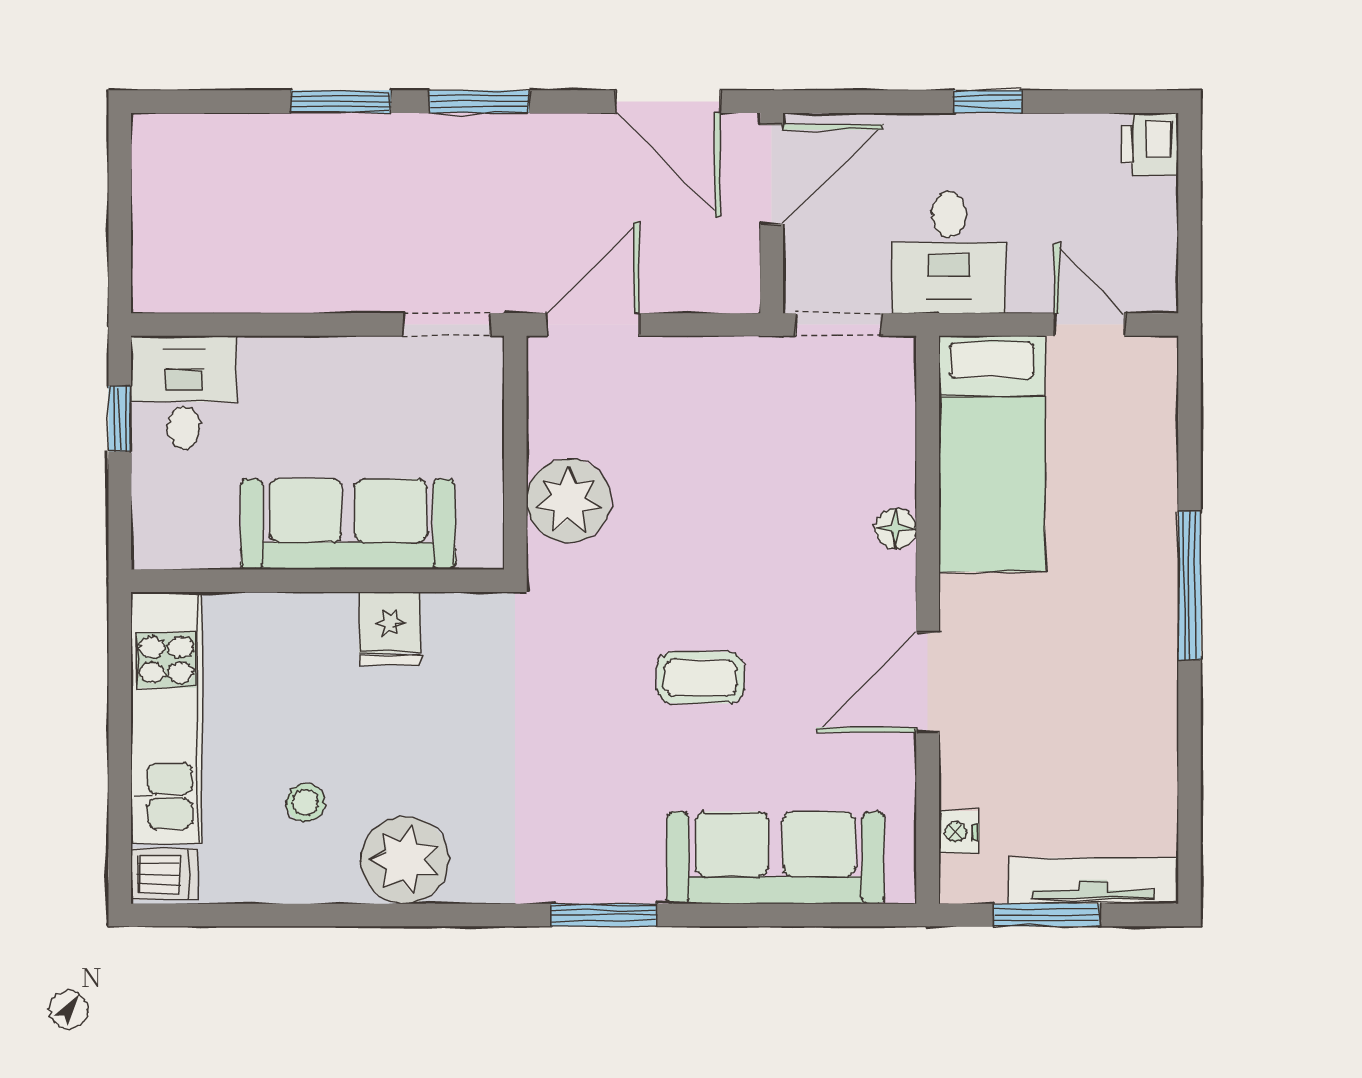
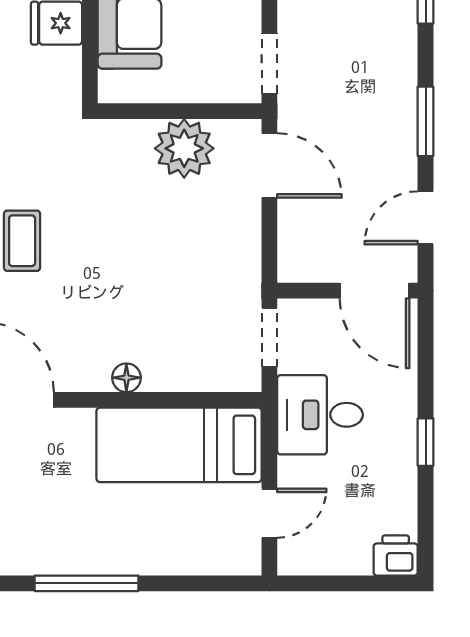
window: (479, 102) -> (426, 121), moved
door: (668, 102) -> (426, 218), width x0.73
plant: (569, 501) -> (184, 148), moved

